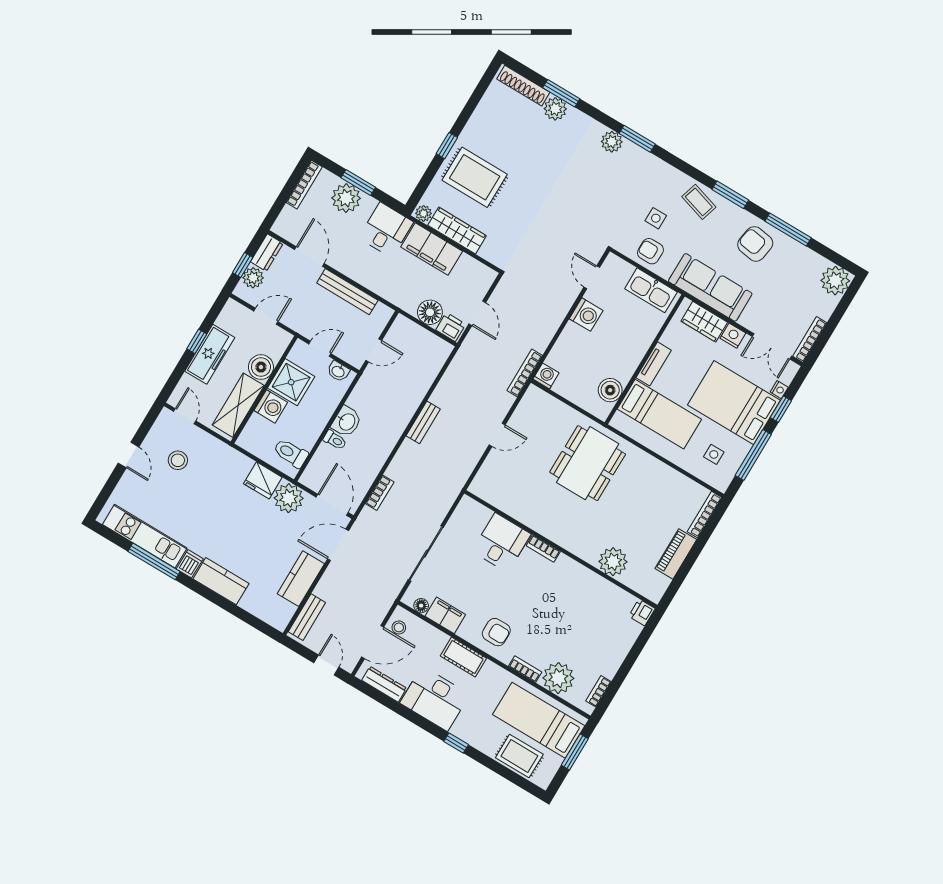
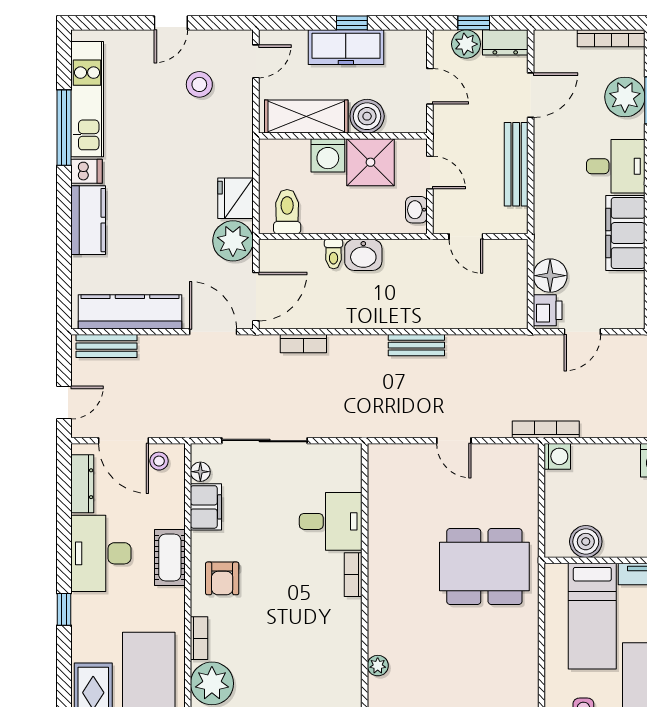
plant: (613, 562) -> (378, 666), width x0.53, depth x0.53
kitchen counter: (301, 579) -> (130, 312), width x1.50

